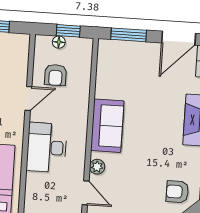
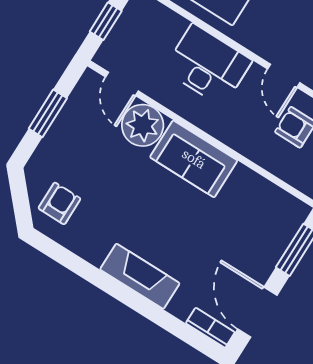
plant: (97, 167) -> (143, 125), width x1.87, depth x1.87
door: (86, 193) -> (122, 84), hinge flipped

